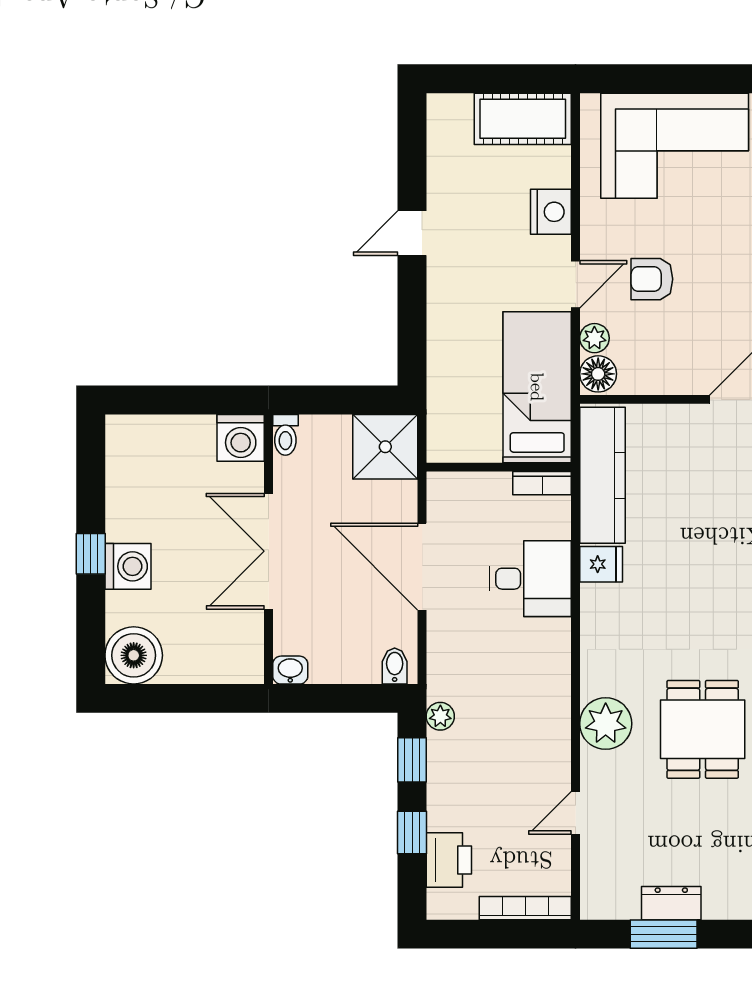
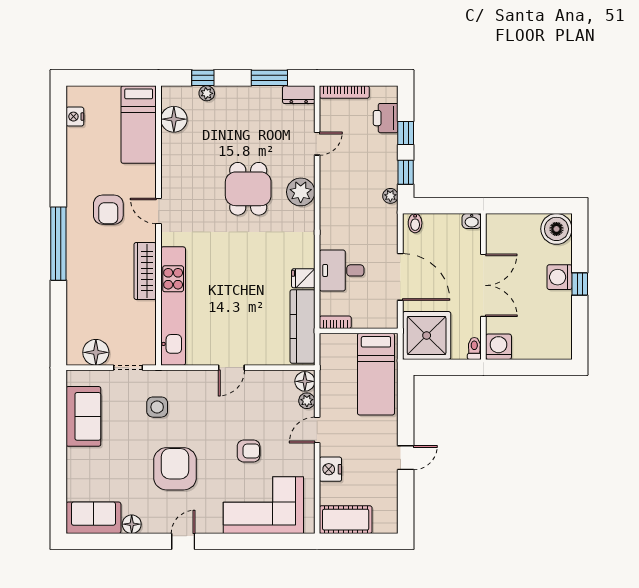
armchair: (652, 279) -> (249, 451), moved
bed: (537, 387) -> (376, 374), moved
shower: (385, 447) -> (427, 335), width x1.37, depth x1.37
dresser: (671, 903) -> (299, 95), moved

